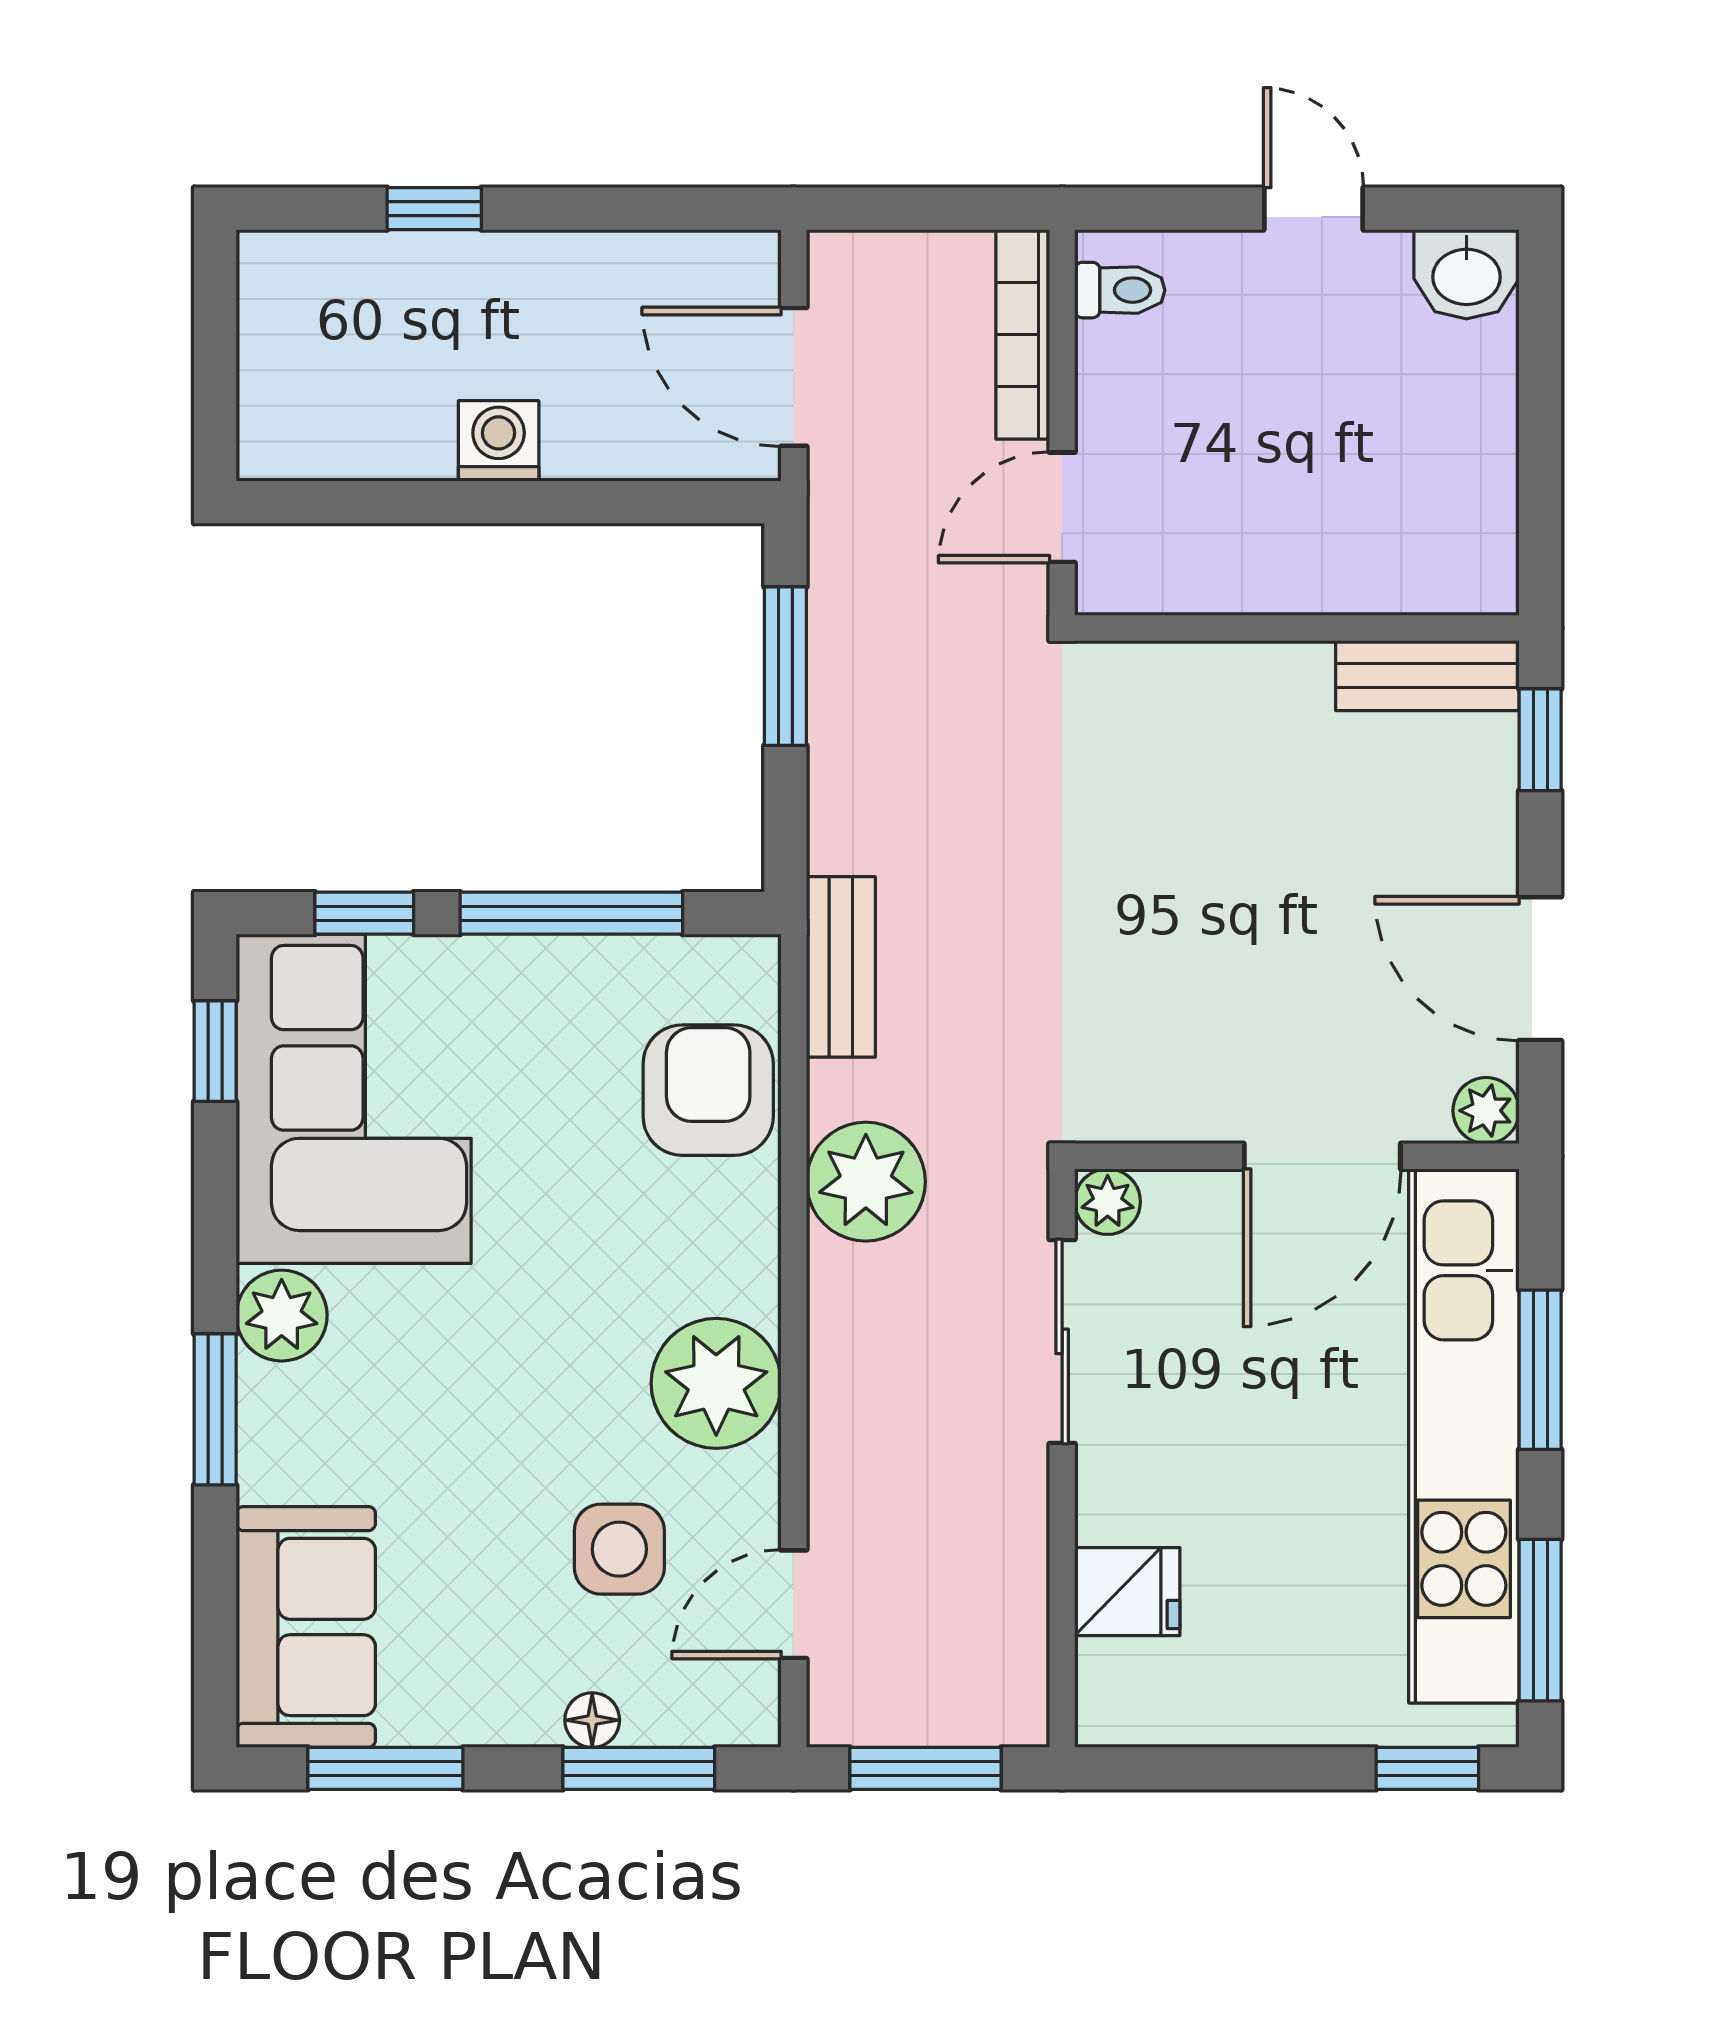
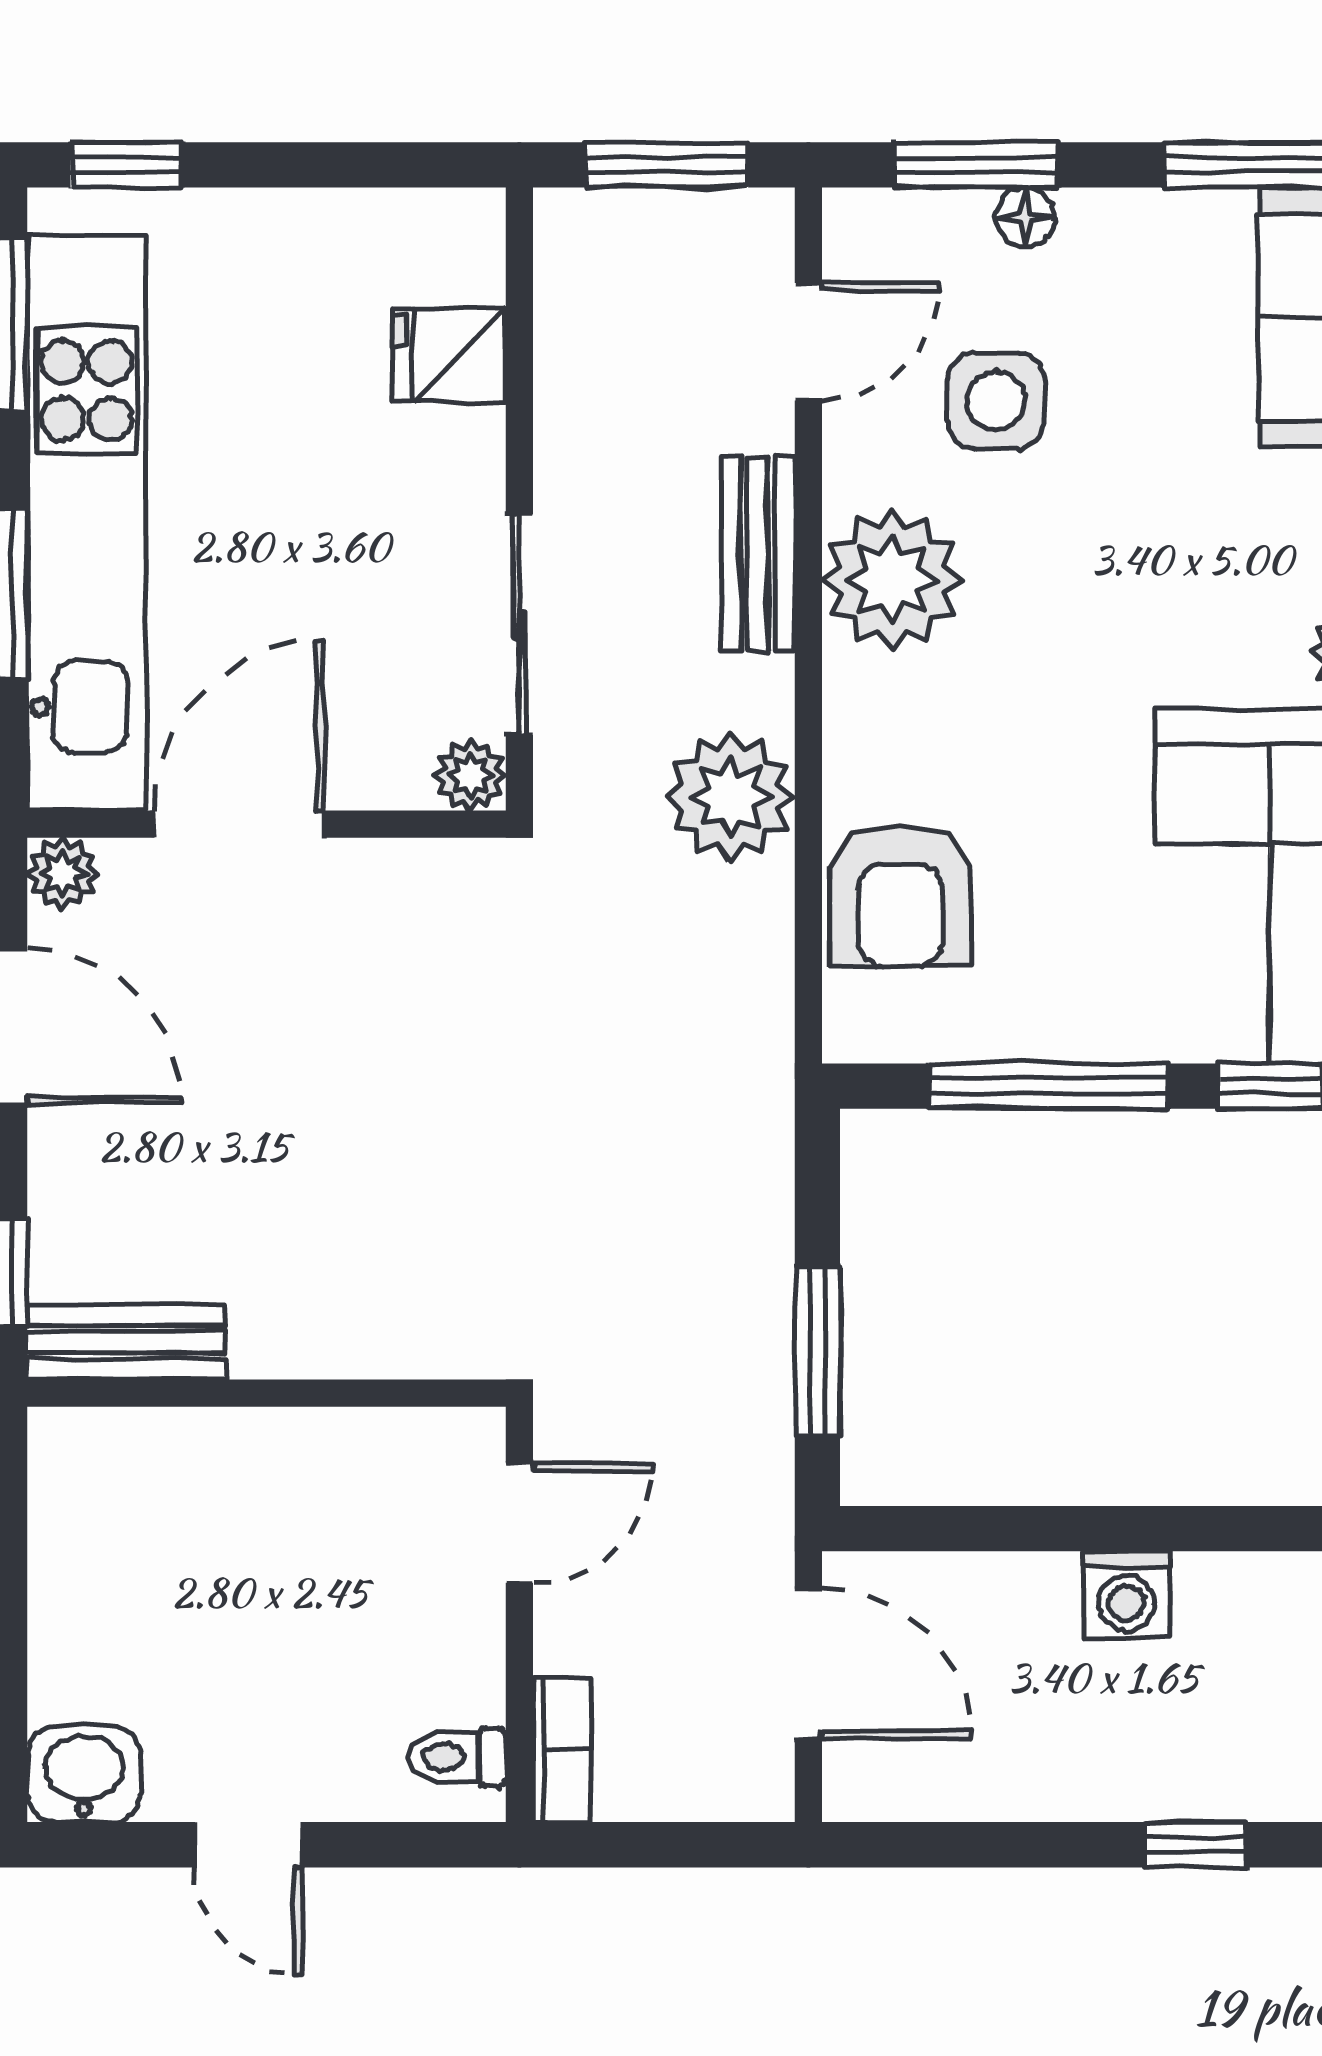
bookcase: (1023, 334) -> (562, 1750), width x0.64
bench: (841, 967) -> (758, 554), moved

